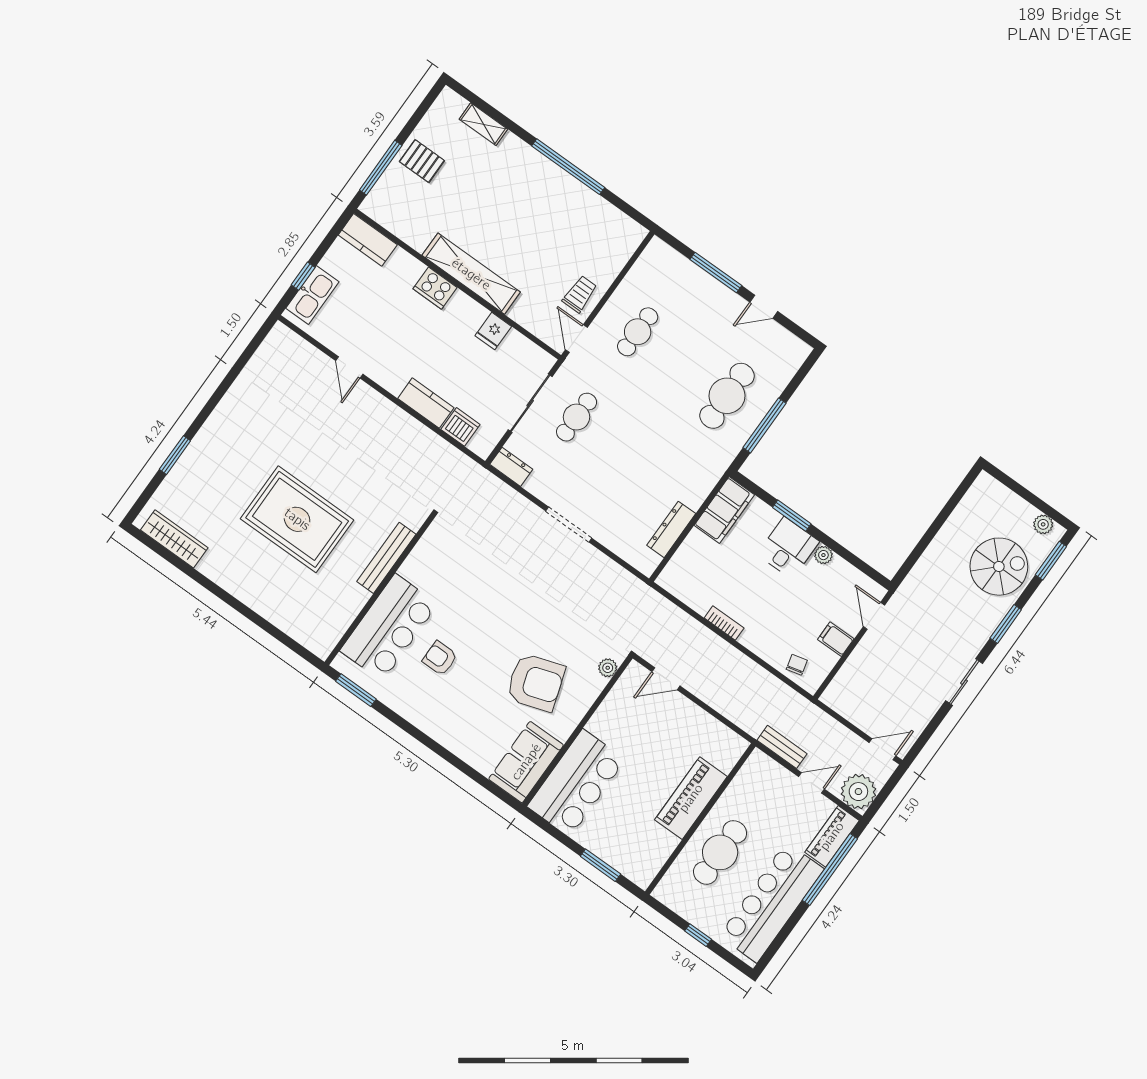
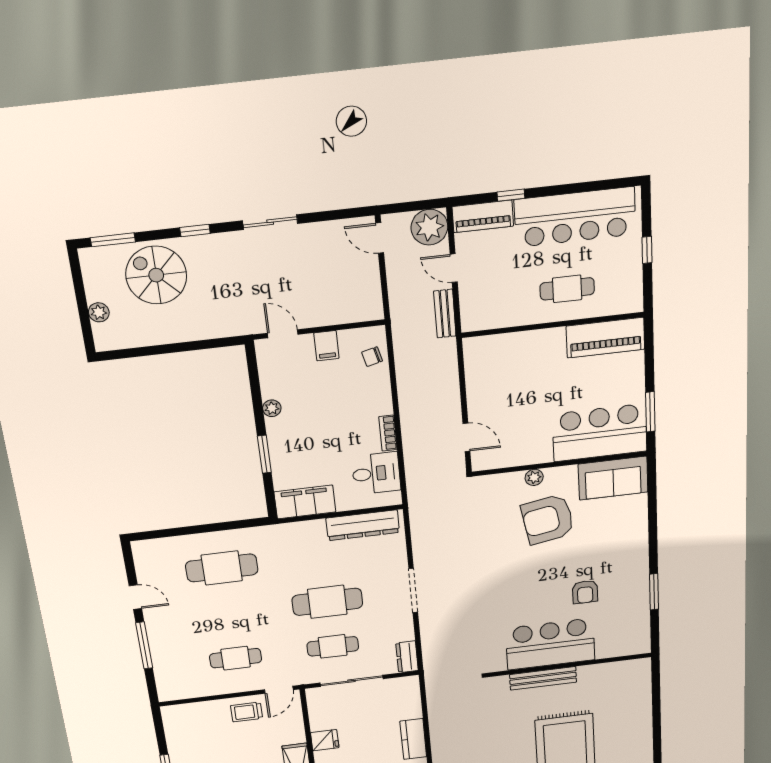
window: (764, 425) -> (218, 527), removed
dishwasher: (460, 427) -> (409, 707), removed
cafe table: (621, 449) -> (327, 602), added
plant: (1043, 524) -> (99, 312), moved
dresser: (671, 529) -> (363, 525), width x1.37, depth x1.24
desk: (788, 548) -> (376, 473), moved, turned 180
door: (874, 616) -> (283, 334), swing flipped
window: (1006, 624) -> (195, 231), width x0.67
bar counter: (389, 627) -> (550, 644), moved
plant: (608, 668) -> (534, 477), moved
armchair: (536, 682) -> (548, 519), turned -82
window: (356, 690) -> (654, 592), moved
piano: (691, 798) -> (606, 338), moved
cafe table: (720, 852) -> (567, 289), width x0.73, depth x0.74
window: (600, 865) -> (650, 412), moved
window: (830, 869) -> (511, 195), width x0.32

